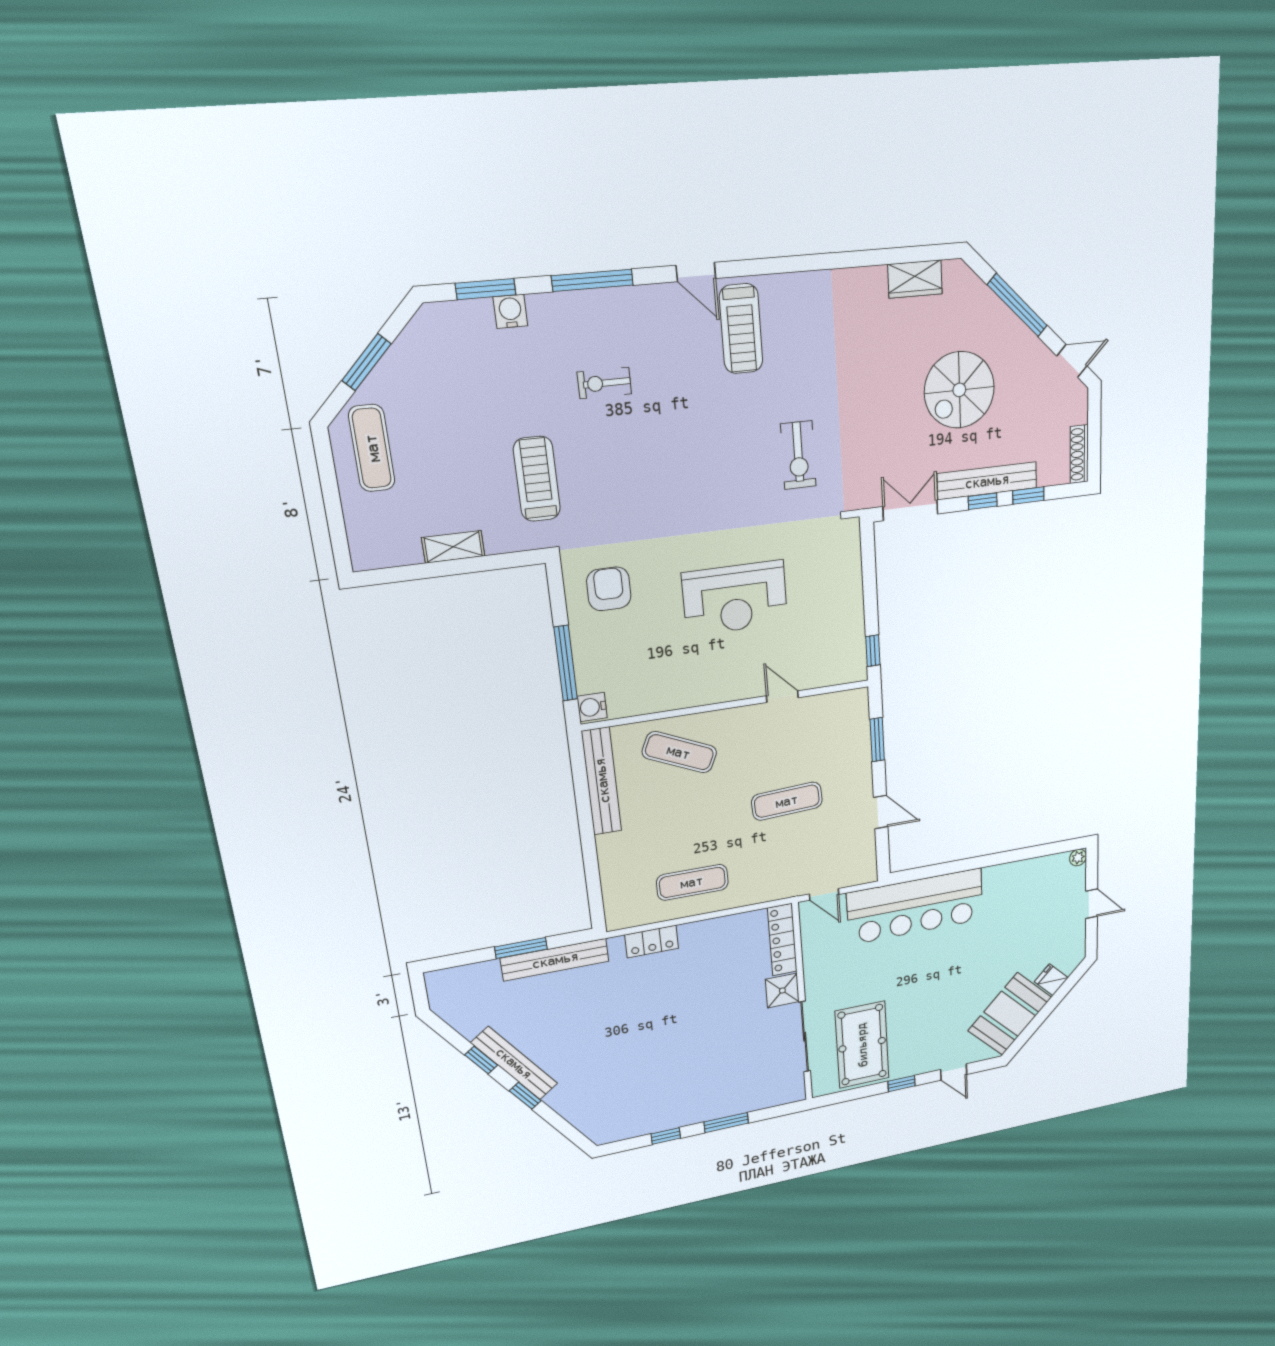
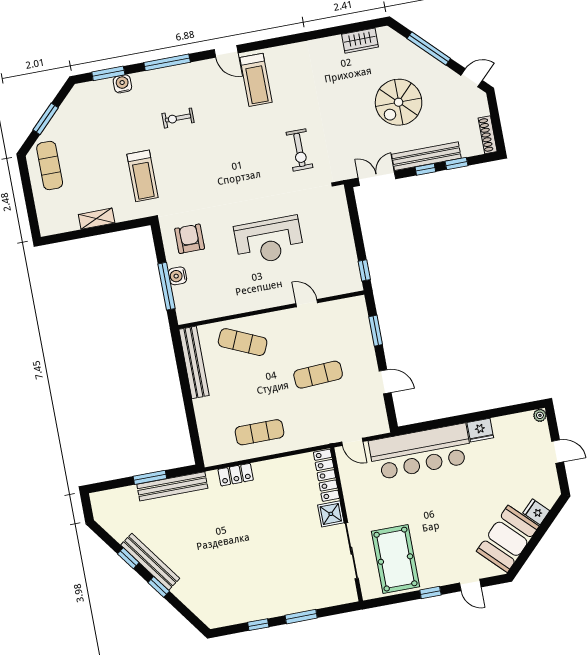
treadmill: (537, 479) -> (143, 176), turned 180
water cooler: (592, 707) -> (178, 276), moved
fridge: (998, 877) -> (480, 430), added

